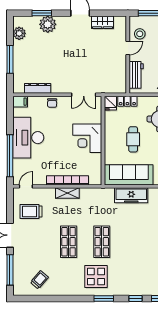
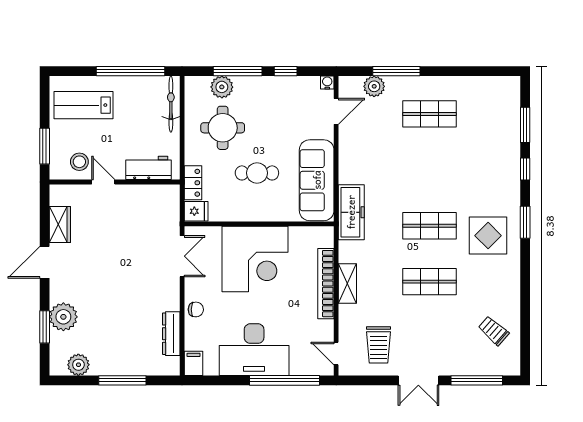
corner desk: (87, 138) -> (255, 259), width x1.36, depth x1.36
freezer: (131, 195) -> (351, 212), moved

